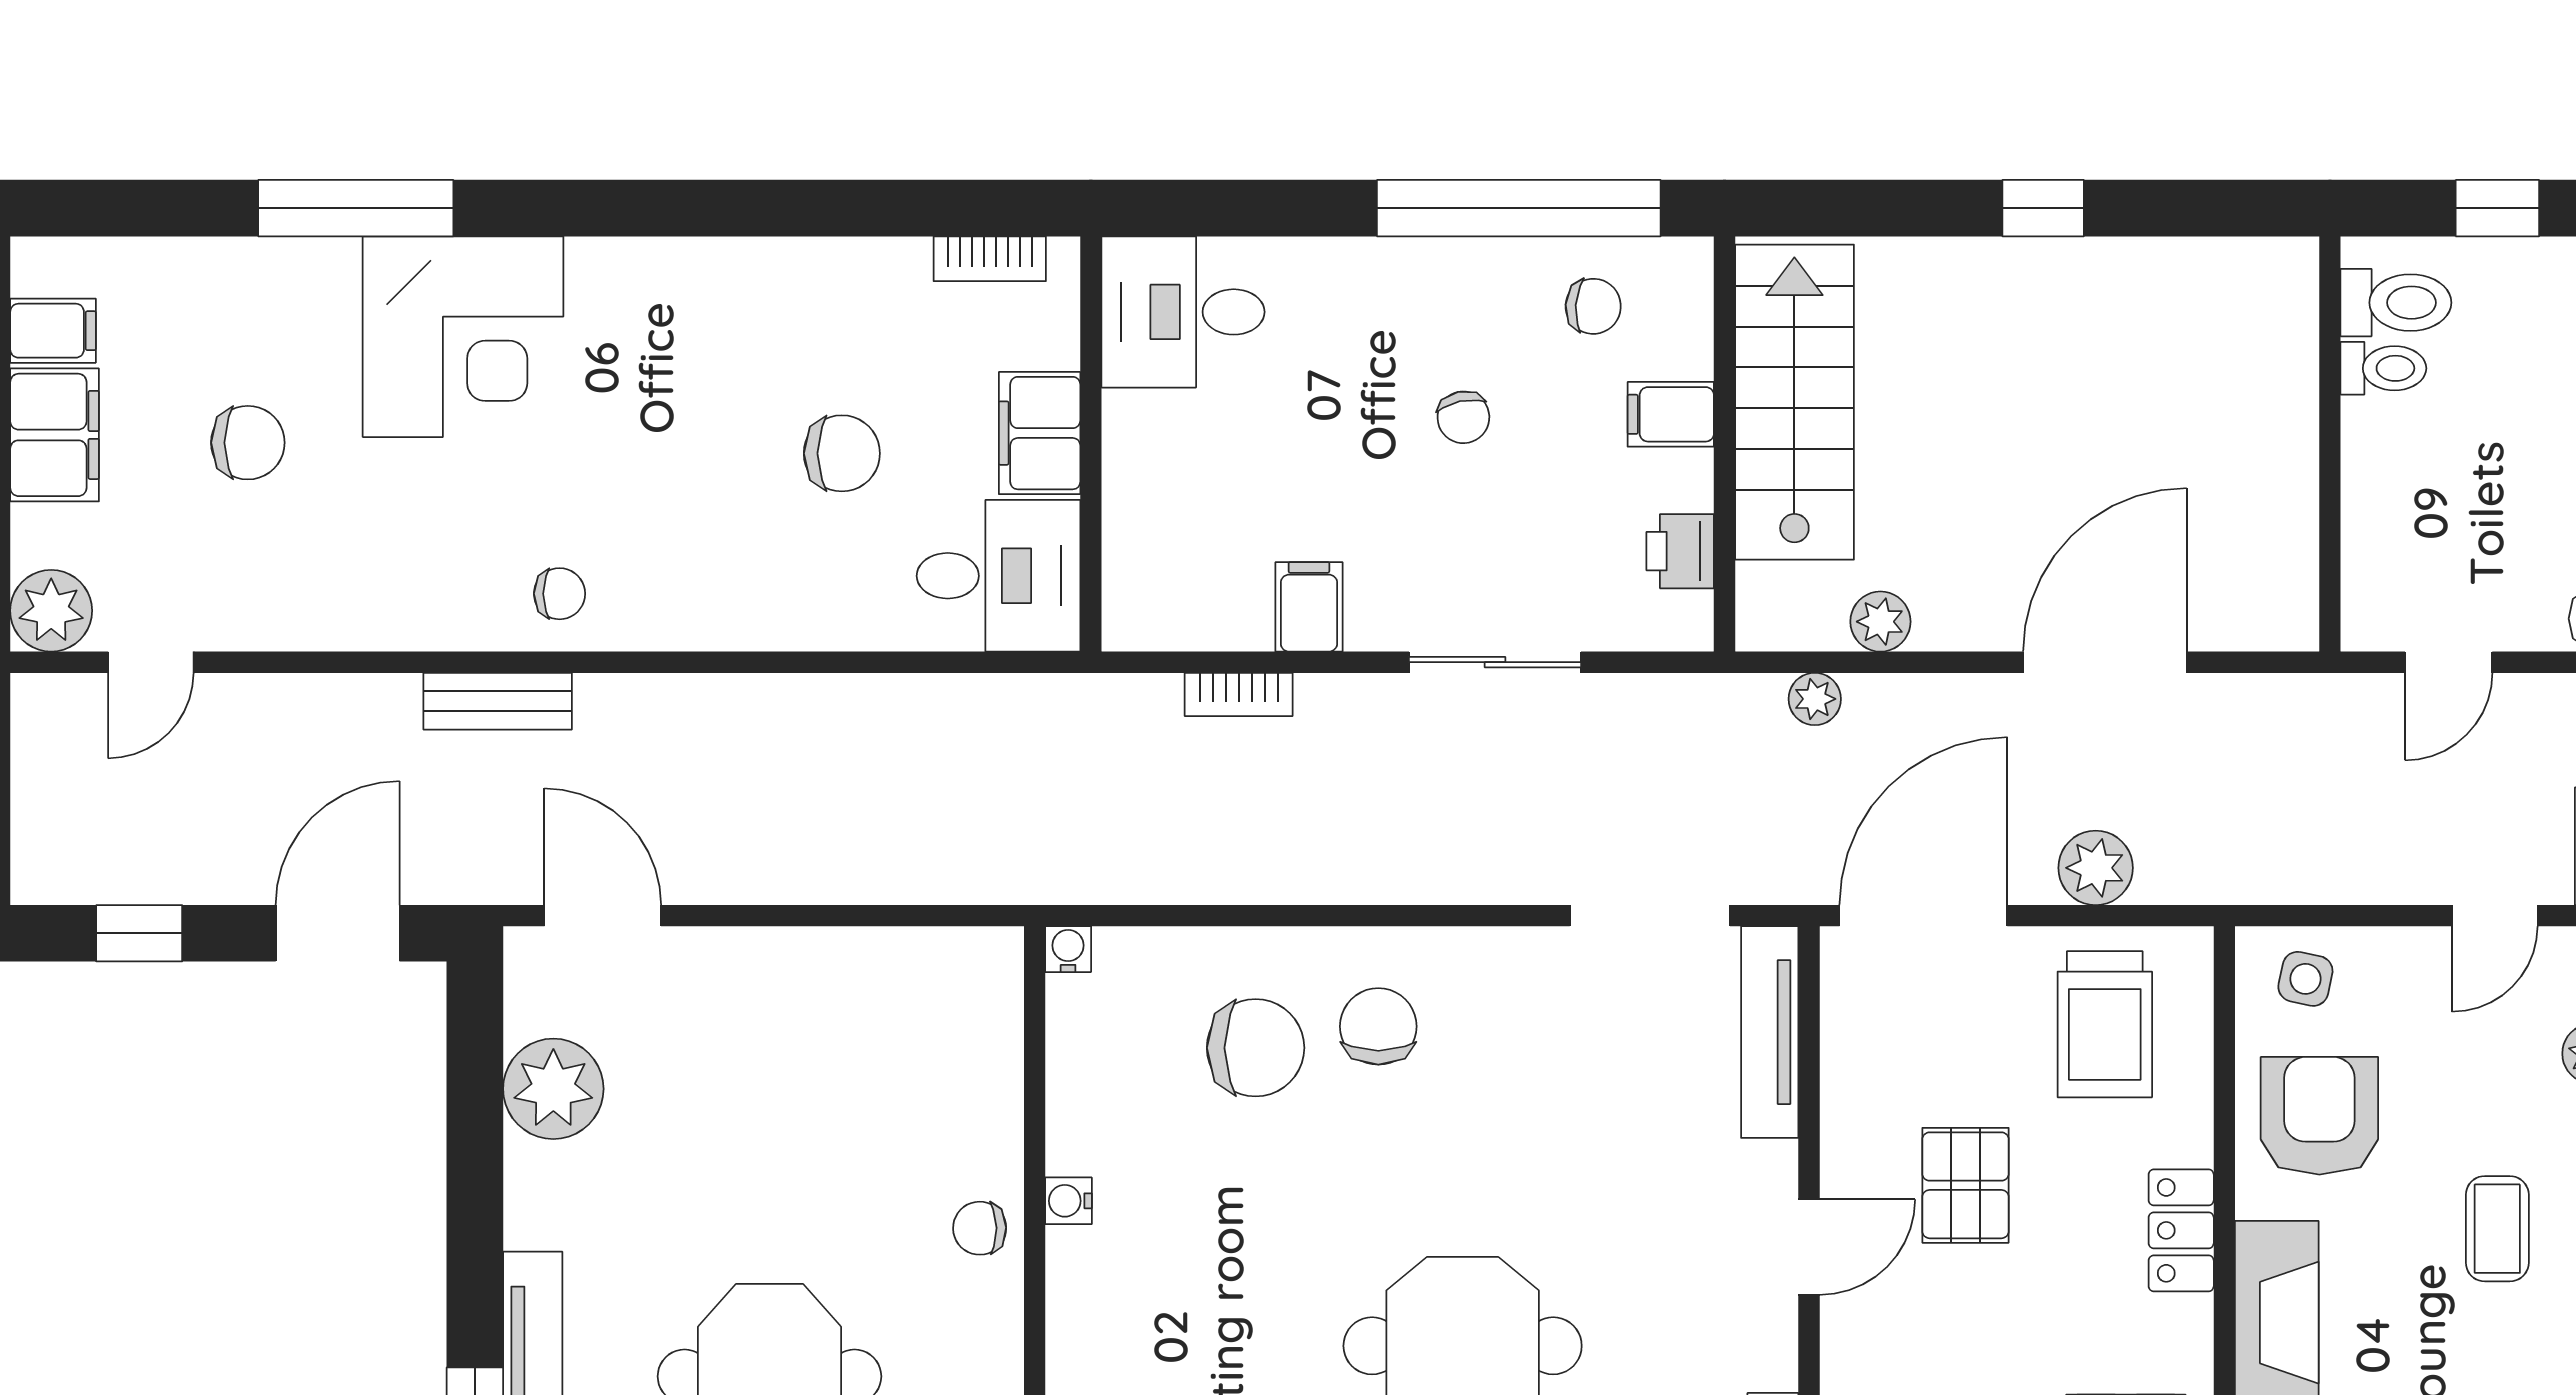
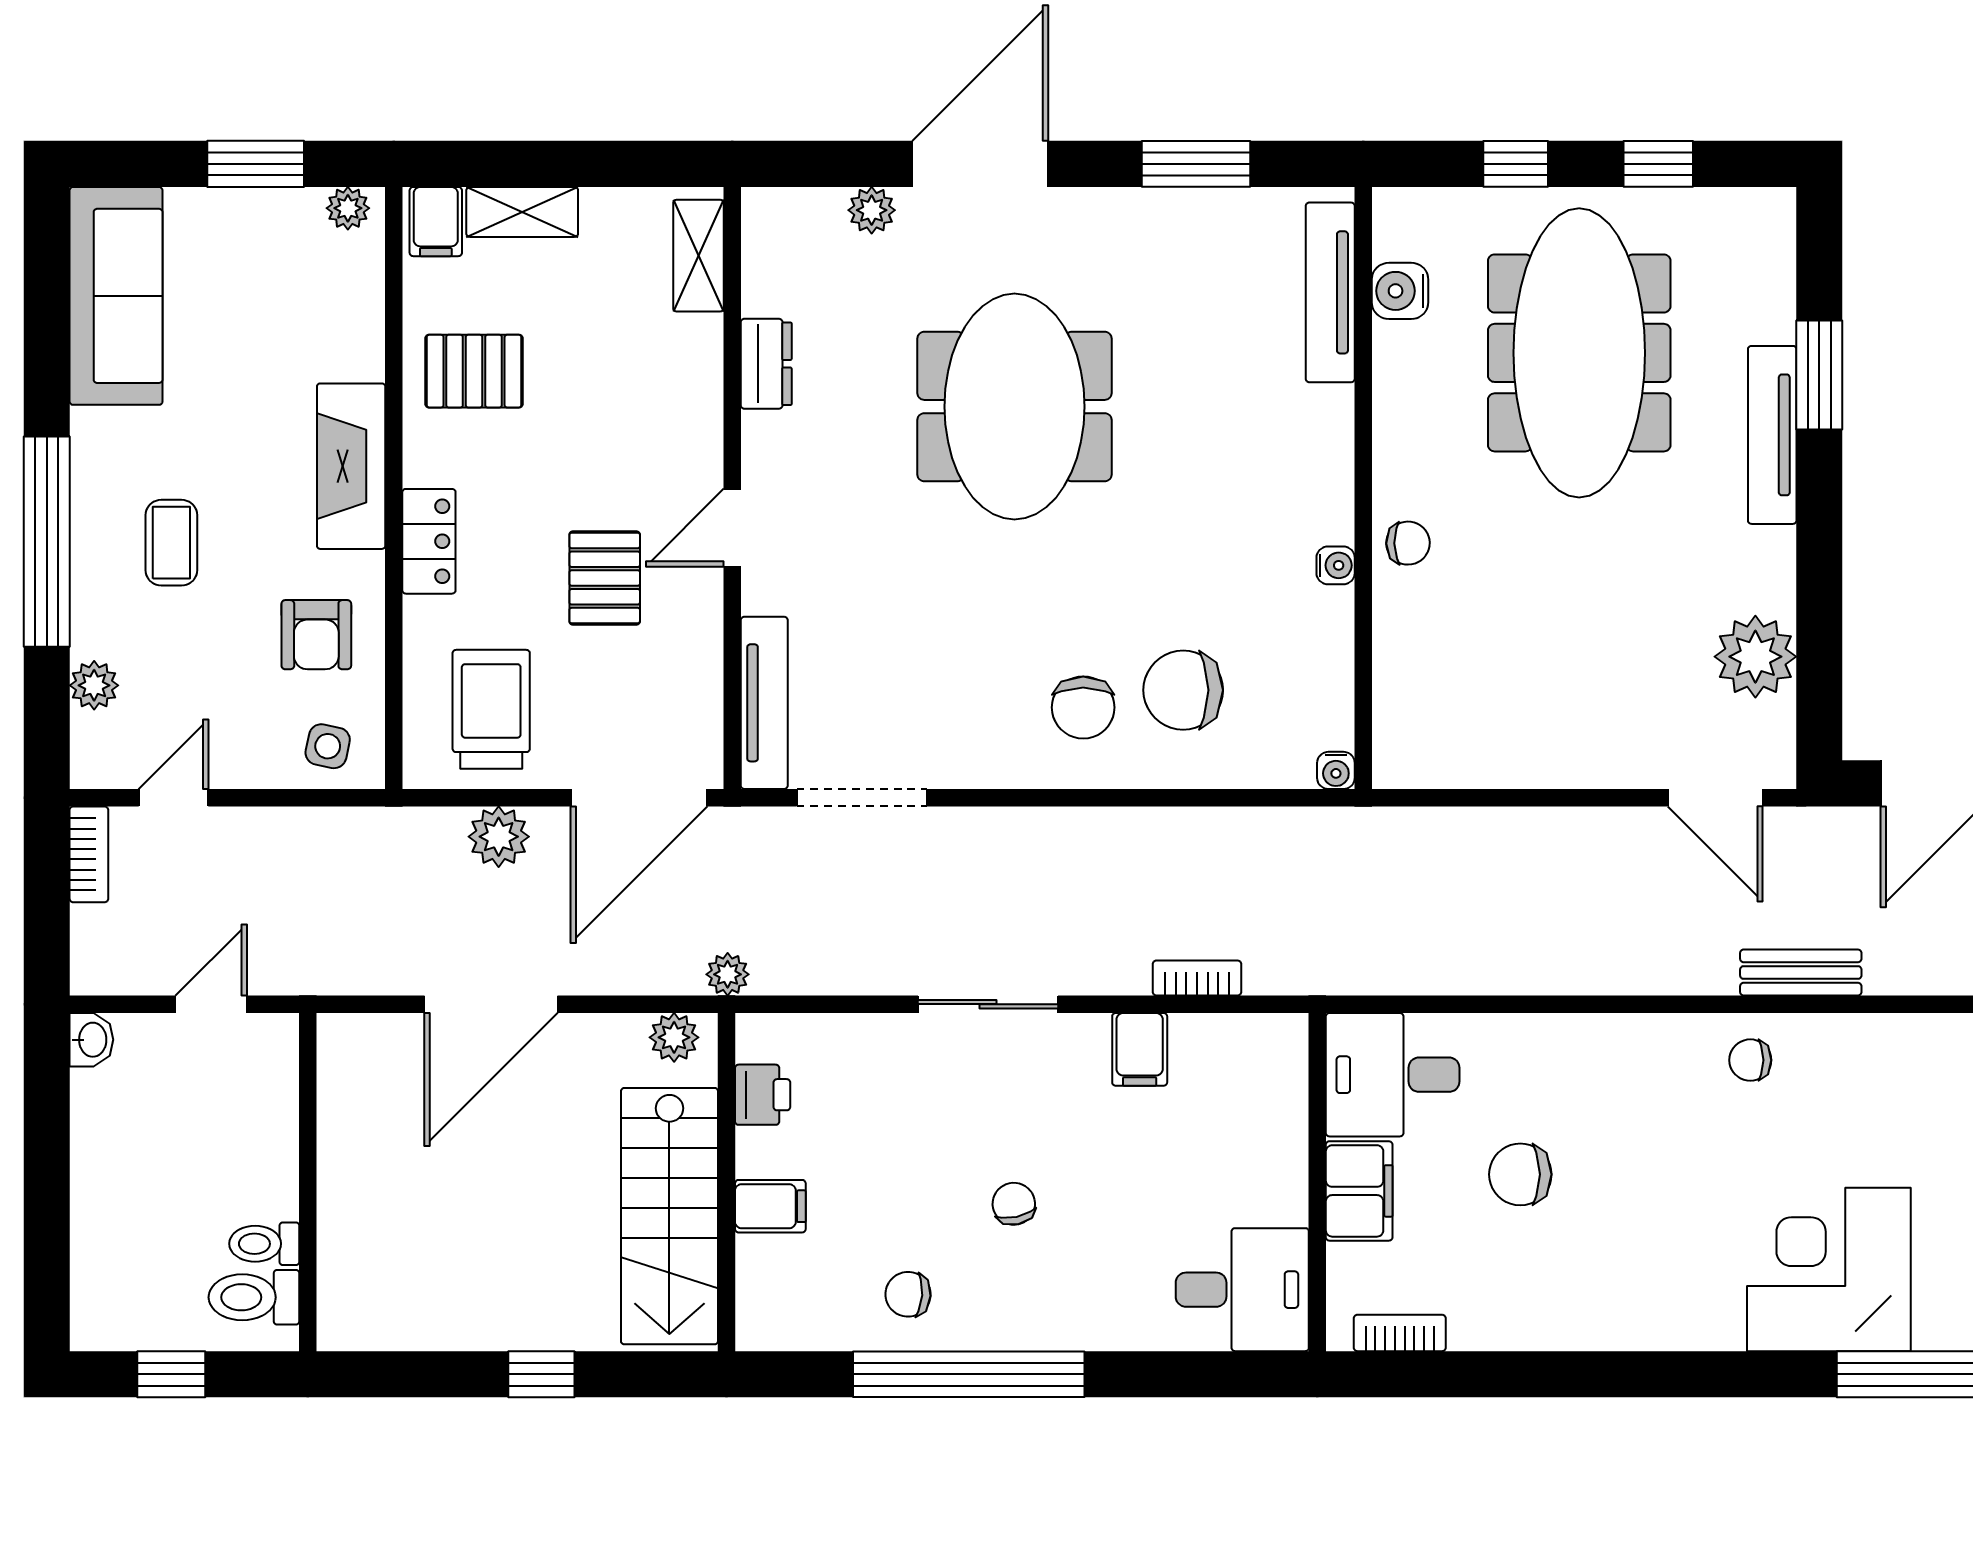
stairs: (1794, 402) -> (669, 1216), moved
filing cabinet: (1671, 414) -> (770, 1206), moved
wall: (1724, 444) -> (727, 1182), moved
printer: (1680, 551) -> (763, 1095), moved
armchair: (2319, 1116) -> (316, 635), width x0.72, depth x0.72

